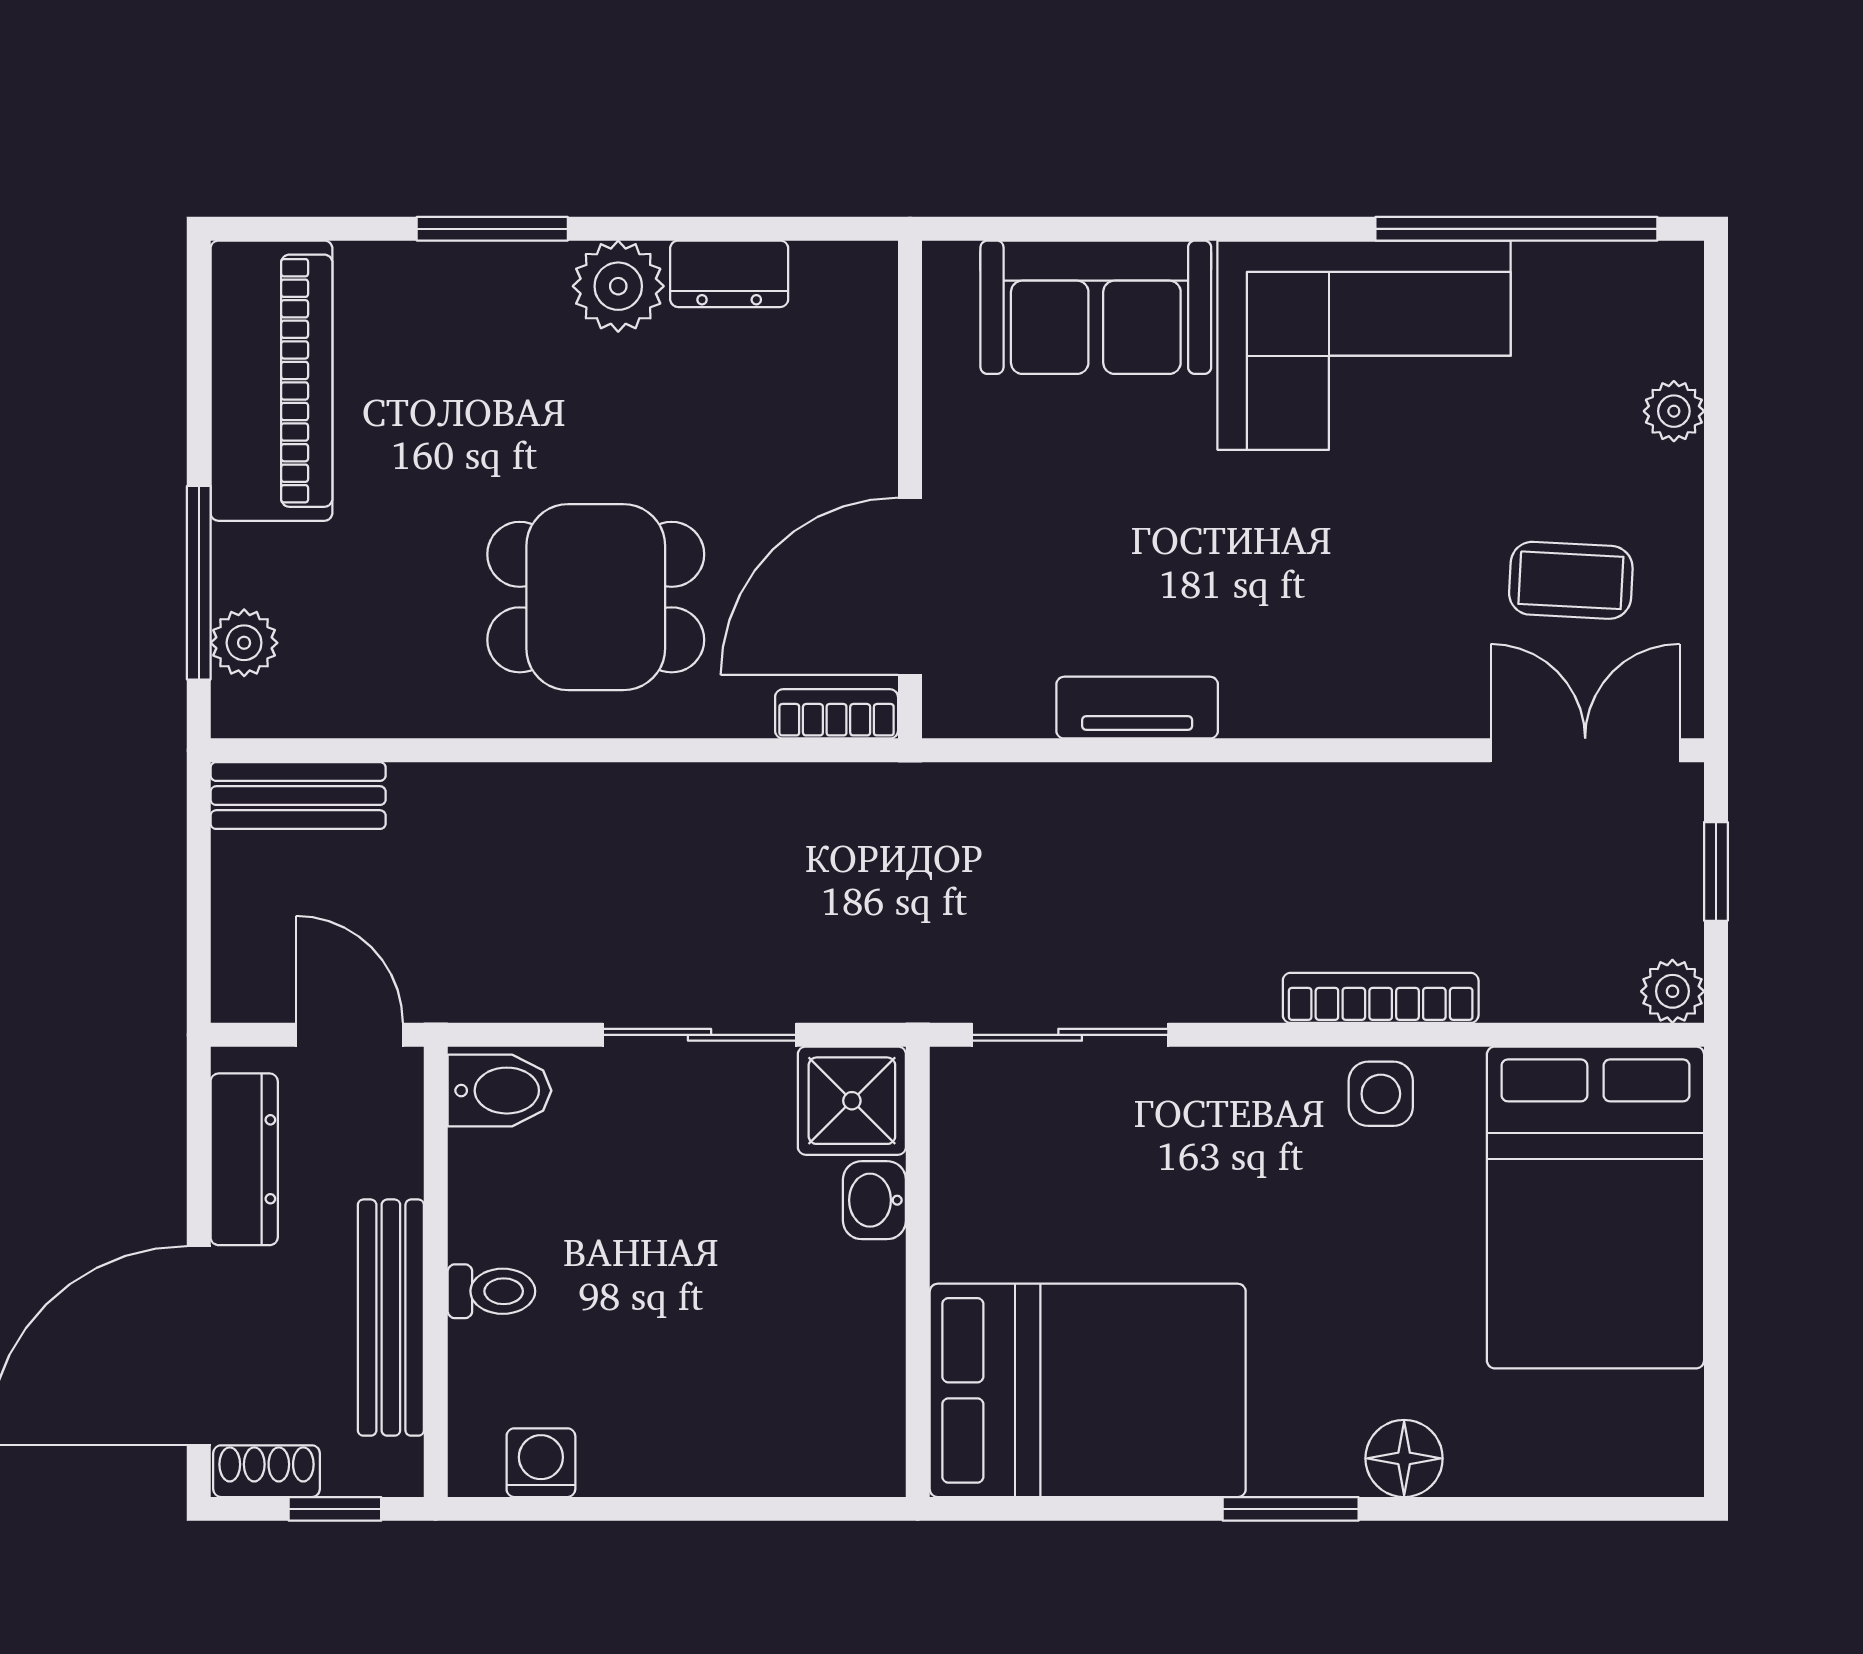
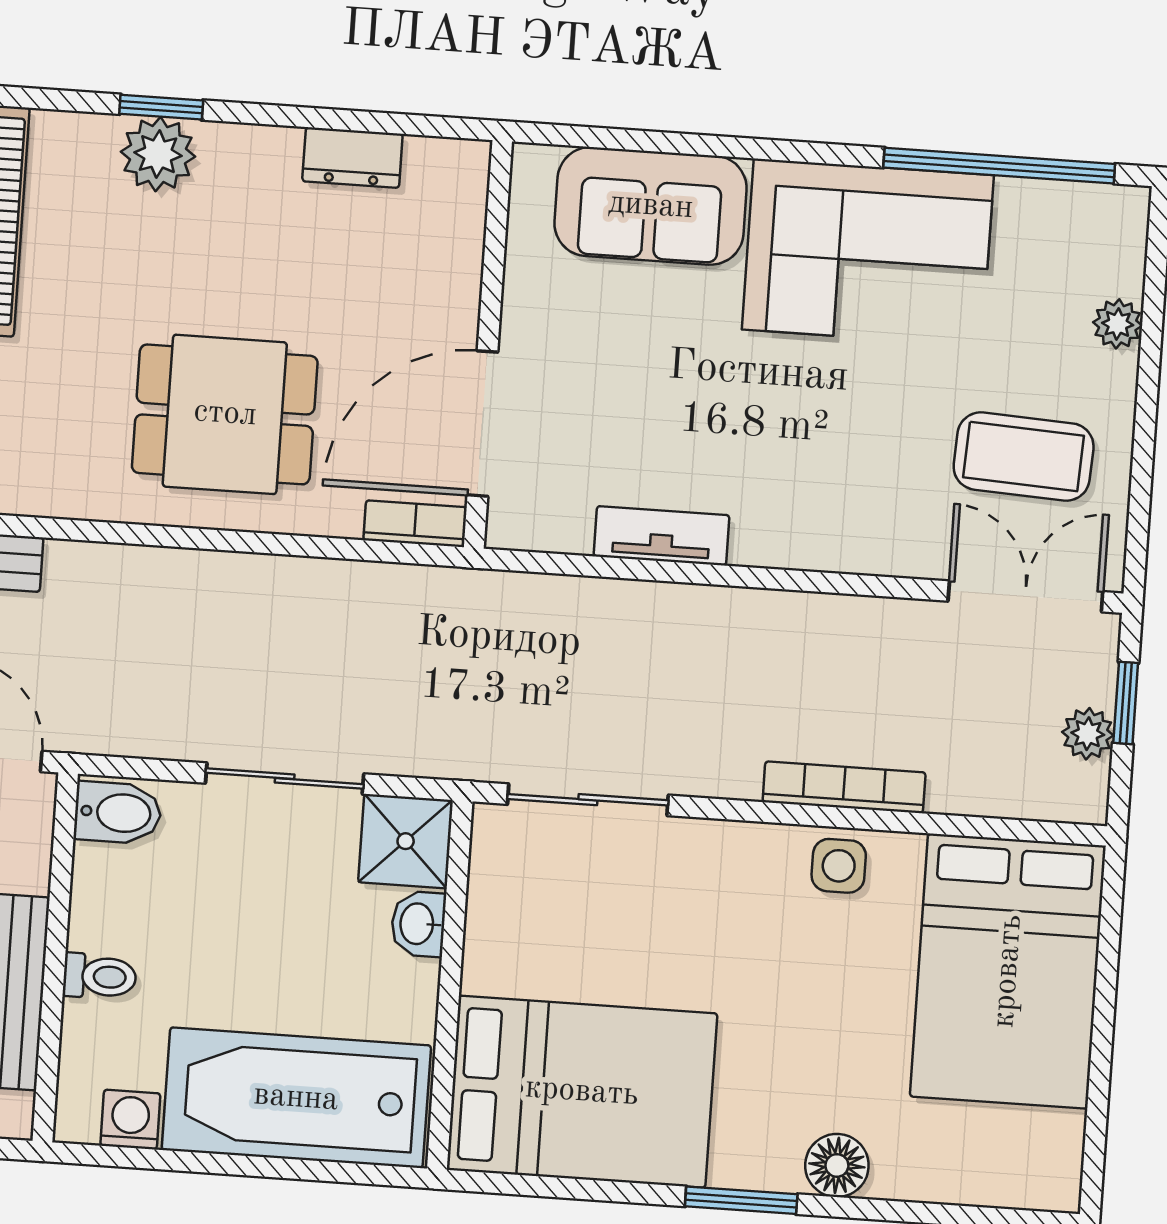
window: (492, 229) -> (161, 107), width x0.67
plant: (618, 286) -> (158, 154), moved
coffee table: (1571, 580) -> (1024, 457), width x1.36, depth x1.30
plant: (1672, 991) -> (1088, 734), moved
bathtub: (741, 1422) -> (296, 1098), added

